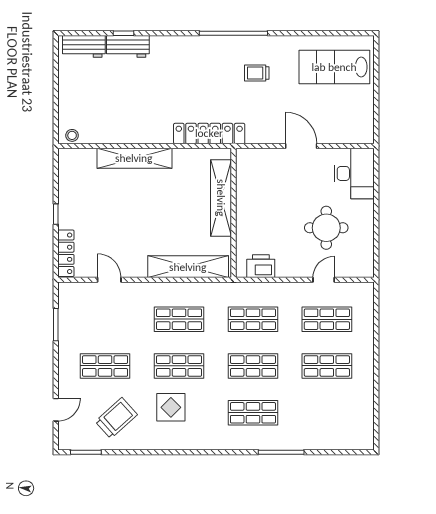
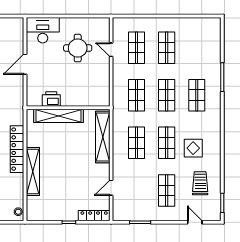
locker: (209, 133) -> (17, 149), moved
printer: (261, 266) -> (51, 99), moved, turned 90
trolley: (116, 418) -> (200, 183), turned 42

